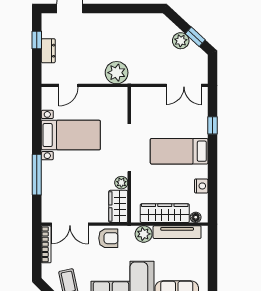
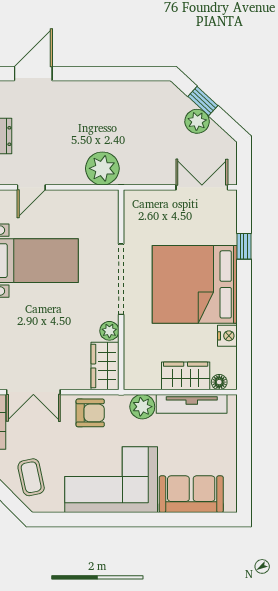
window: (195, 37) -> (203, 101), moved
double door: (184, 85) -> (202, 187), swing flipped
bed: (179, 151) -> (195, 284), width x2.04
wardrobe: (165, 213) -> (186, 376), width x0.67

